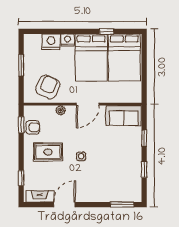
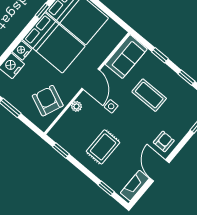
armchair: (33, 127) -> (164, 141), moved
coffee table: (110, 154) -> (149, 95), added
side table: (81, 156) -> (111, 106), moved

